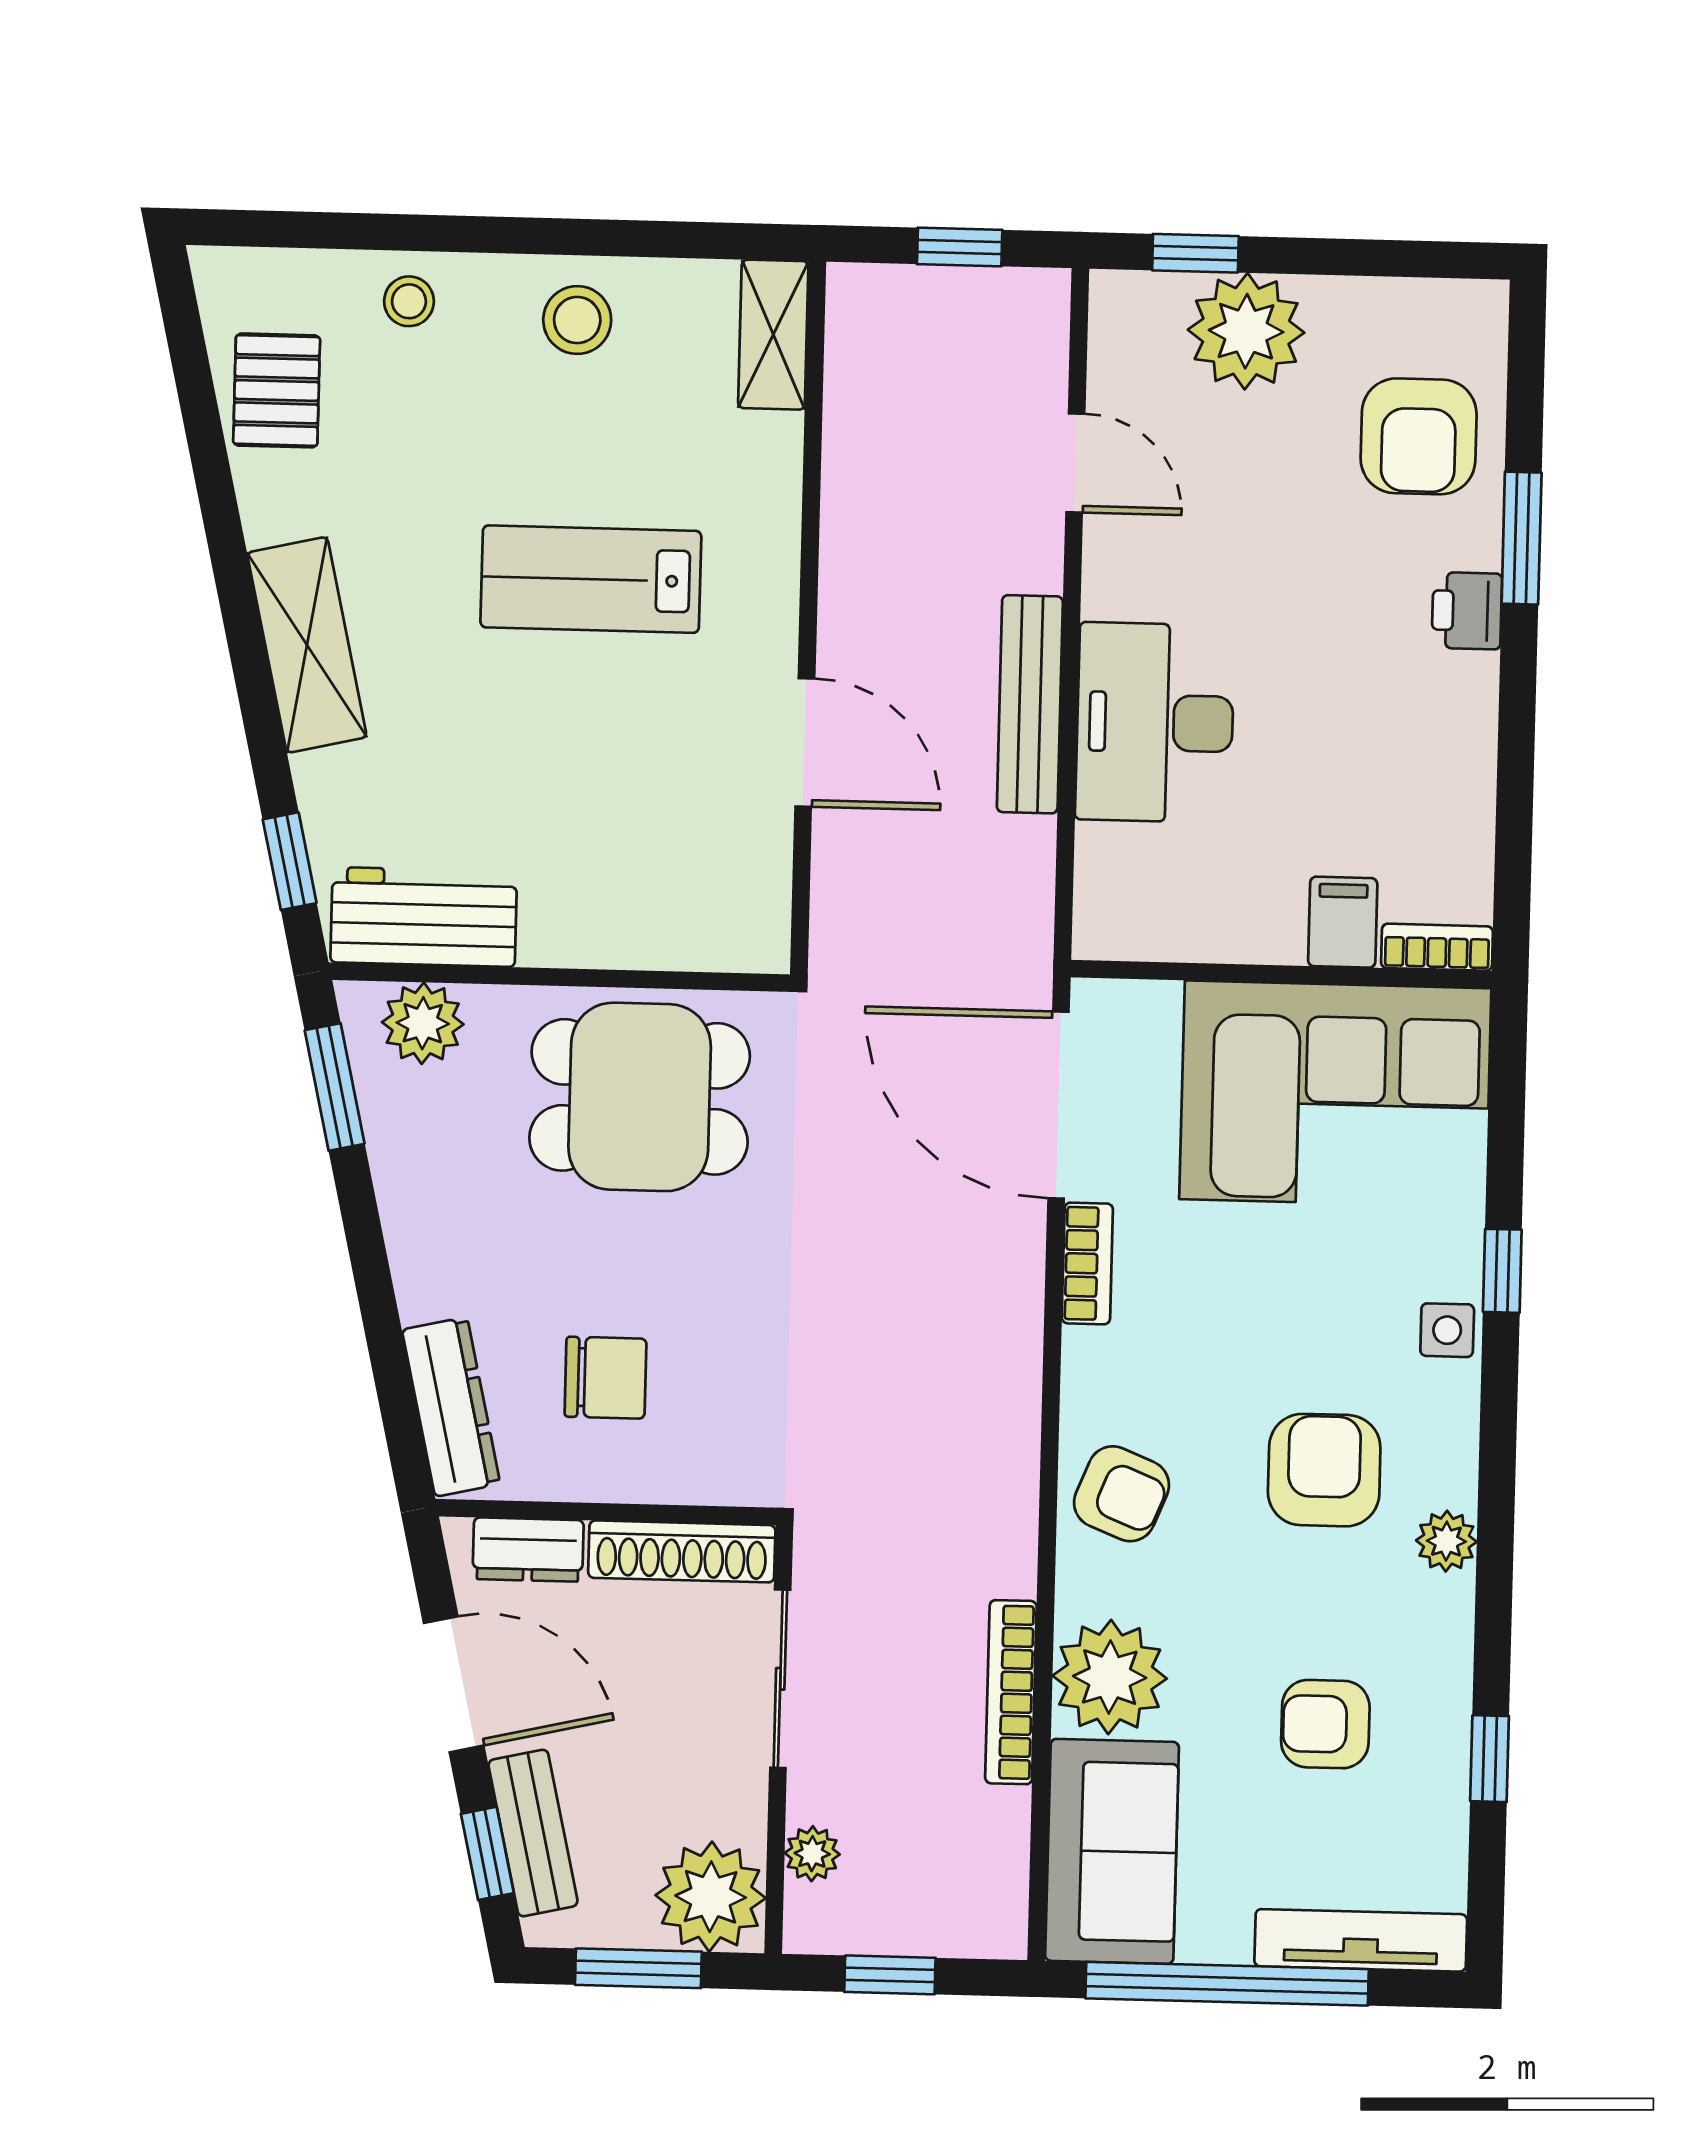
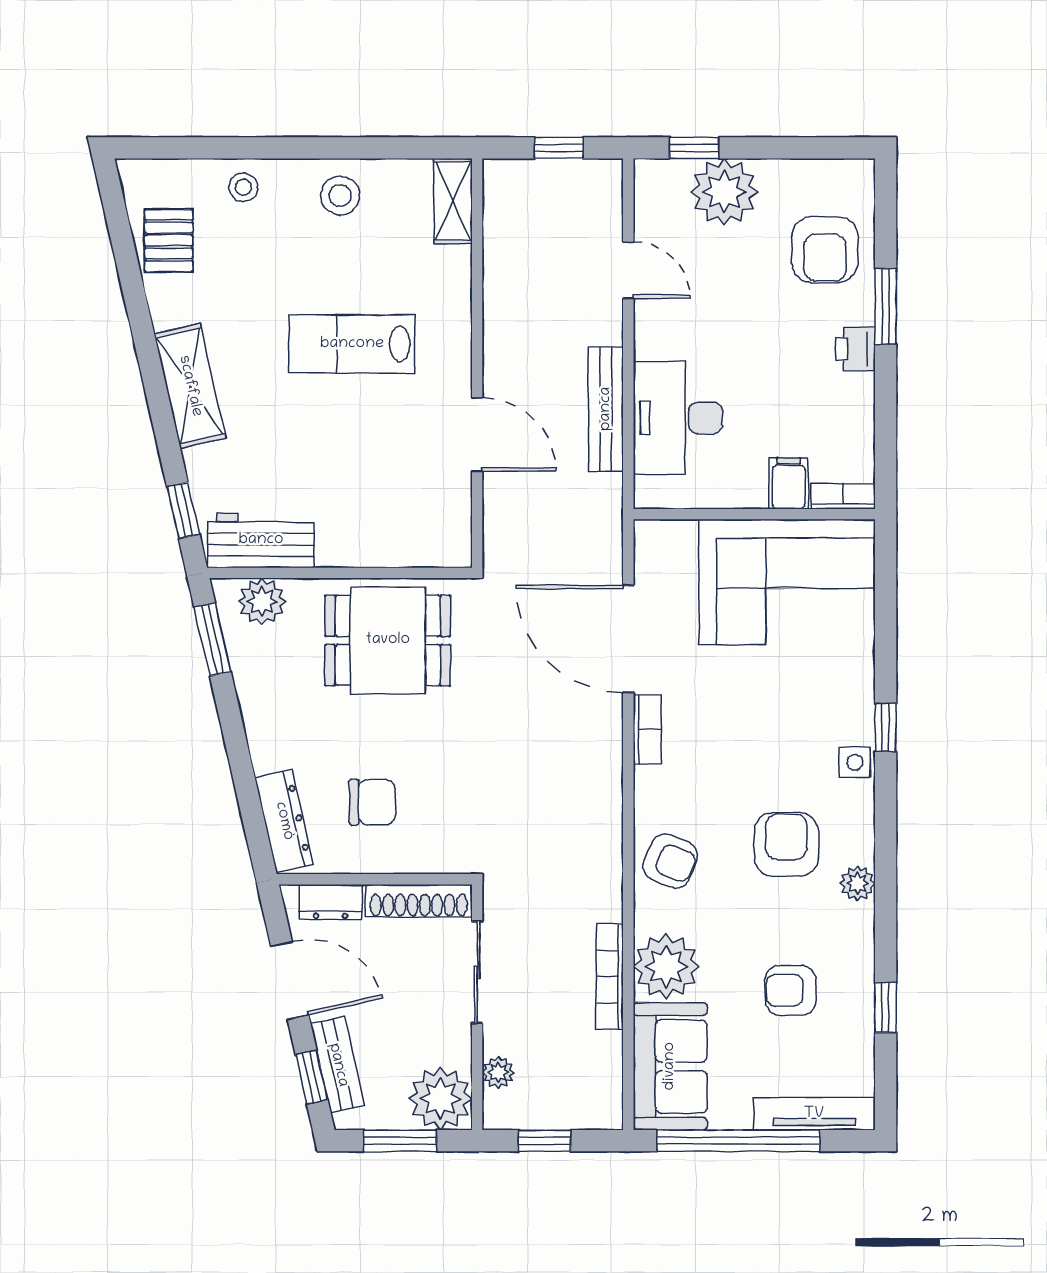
filing cabinet: (1343, 922) -> (789, 483), moved
bookcase: (1437, 947) -> (843, 496), moved
wall: (1281, 974) -> (754, 514), moved
corner sofa: (1335, 1094) -> (787, 582), moved

